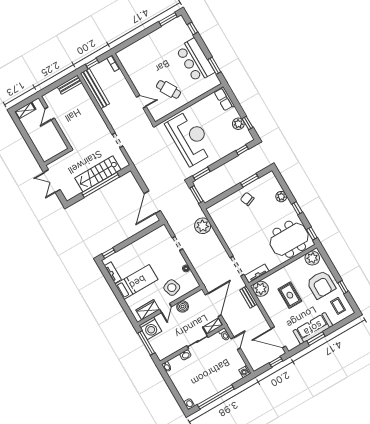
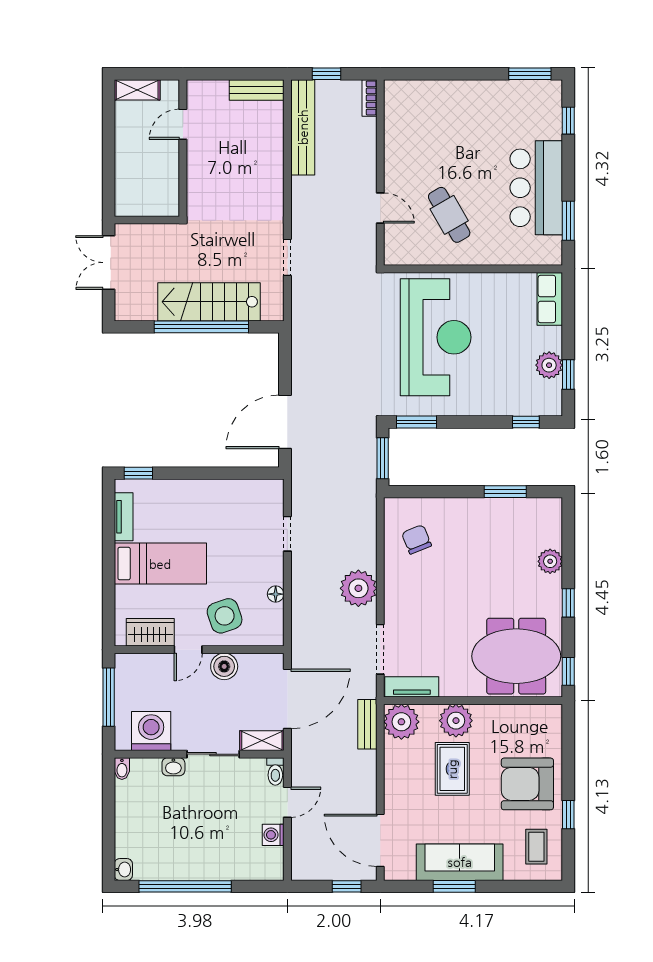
chair: (247, 199) -> (417, 539), moved
plant: (203, 226) -> (358, 588), moved
plant: (312, 258) -> (456, 721), moved
armchair: (321, 285) -> (527, 784), turned 90
washing machine: (150, 328) -> (151, 731), moved, turned 180
washing machine: (245, 372) -> (273, 835), moved

